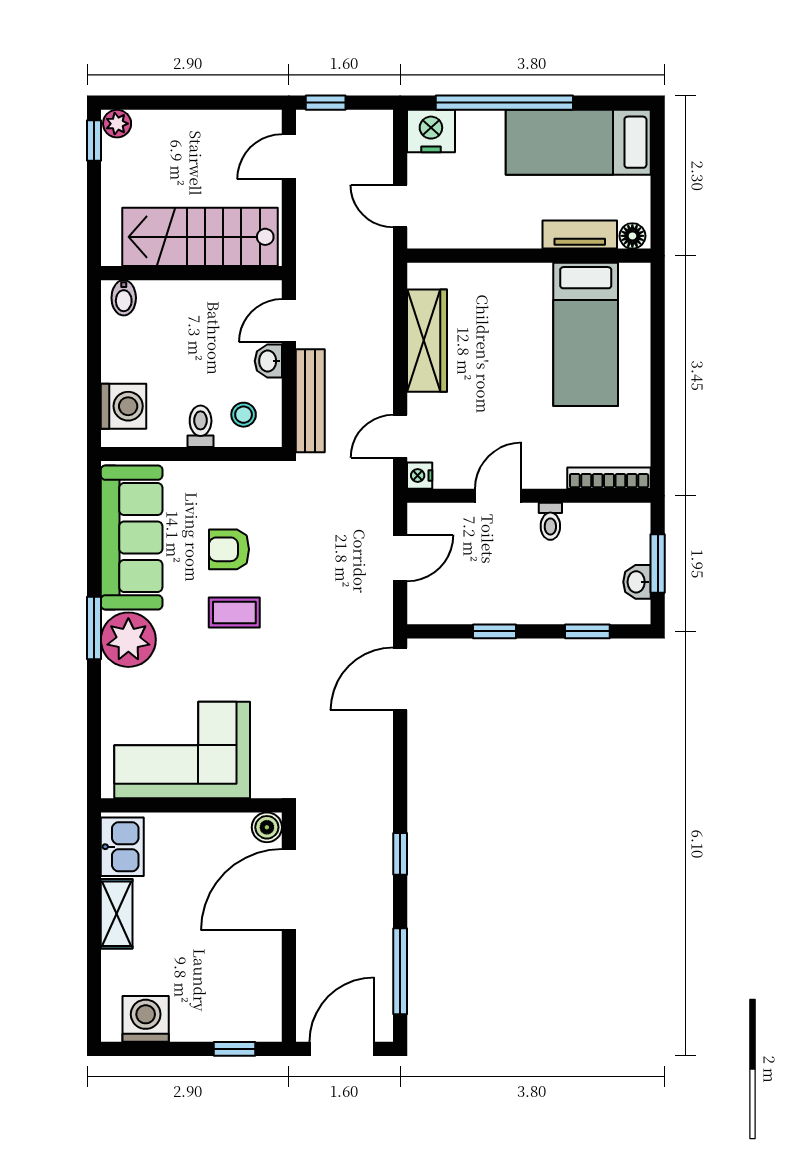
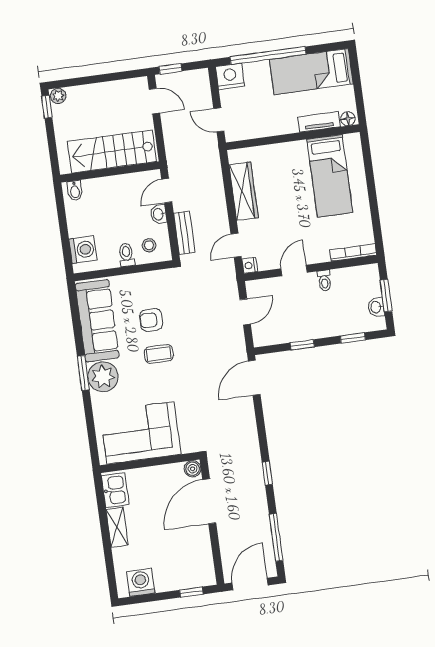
door: (289, 157) -> (154, 101), swing flipped
bench: (310, 401) -> (184, 233), width x0.73

